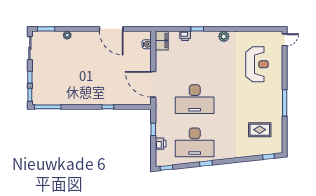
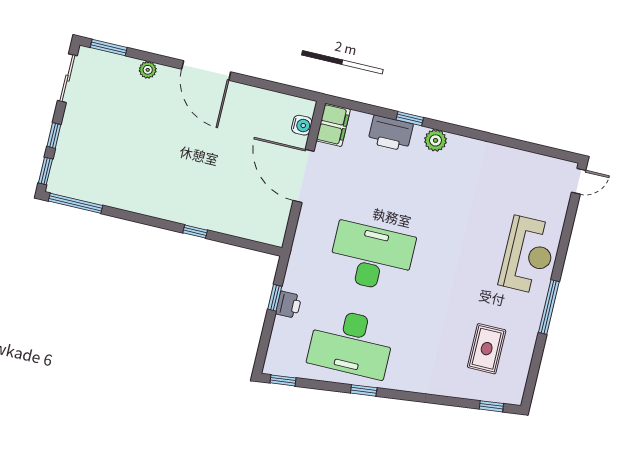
door: (111, 29) -> (206, 70), moved
printer: (185, 36) -> (390, 133), width x1.87, depth x1.48
plant: (224, 36) -> (436, 140), moved
reception desk: (257, 64) -> (528, 255), moved
door: (153, 84) -> (304, 176), moved
desk: (195, 99) -> (372, 257), turned 180
rug: (260, 130) -> (487, 349), turned 90
printer: (161, 144) -> (289, 305), moved

